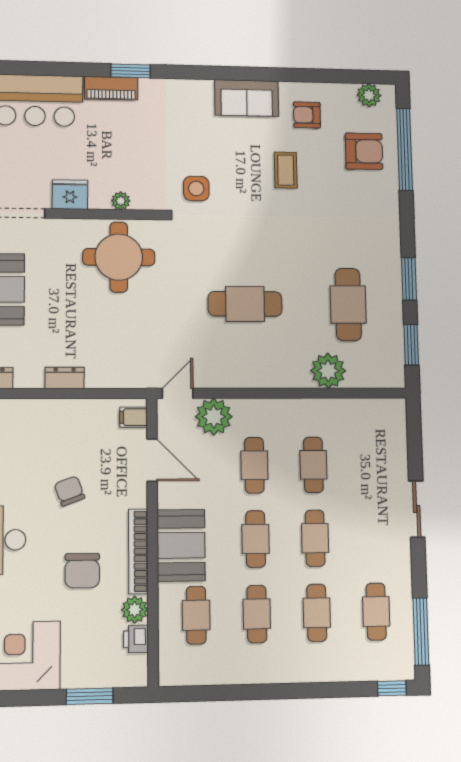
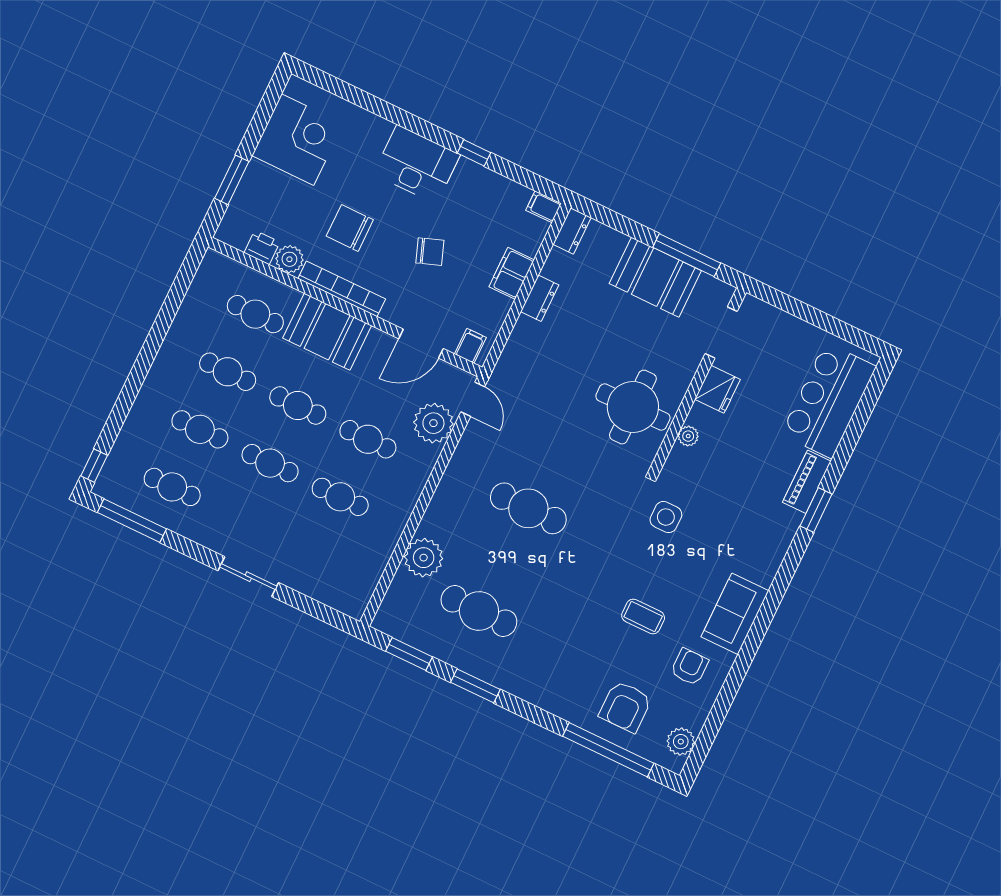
cafe table: (245, 304) -> (528, 508), turned 90
filing cabinet: (55, 412) -> (512, 273), added

